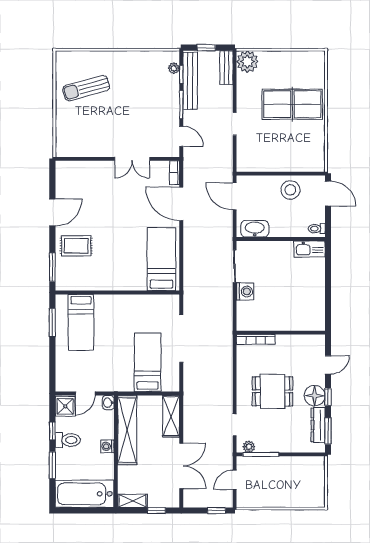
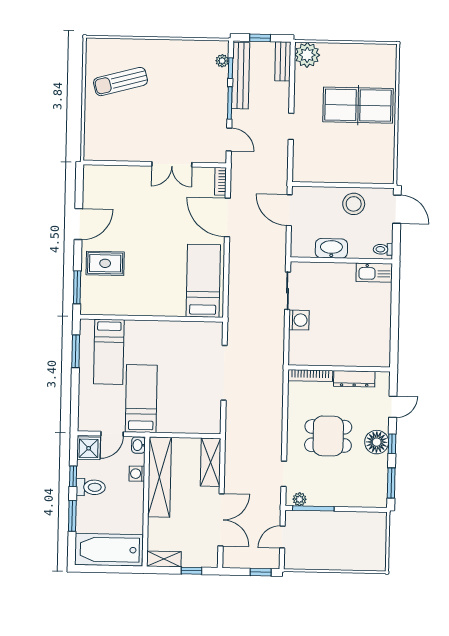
washbasin: (255, 229) -> (331, 248), moved
bed: (148, 362) -> (141, 399), moved
dresser: (318, 425) -> (354, 379), moved, turned -90
washing machine: (107, 446) -> (137, 474), moved

